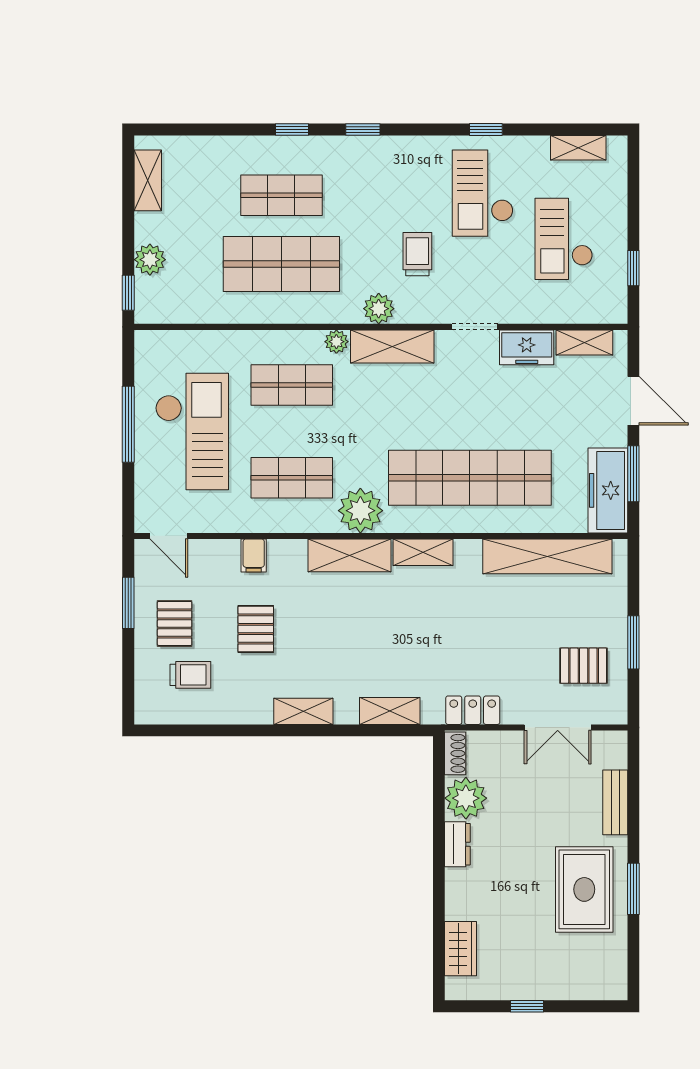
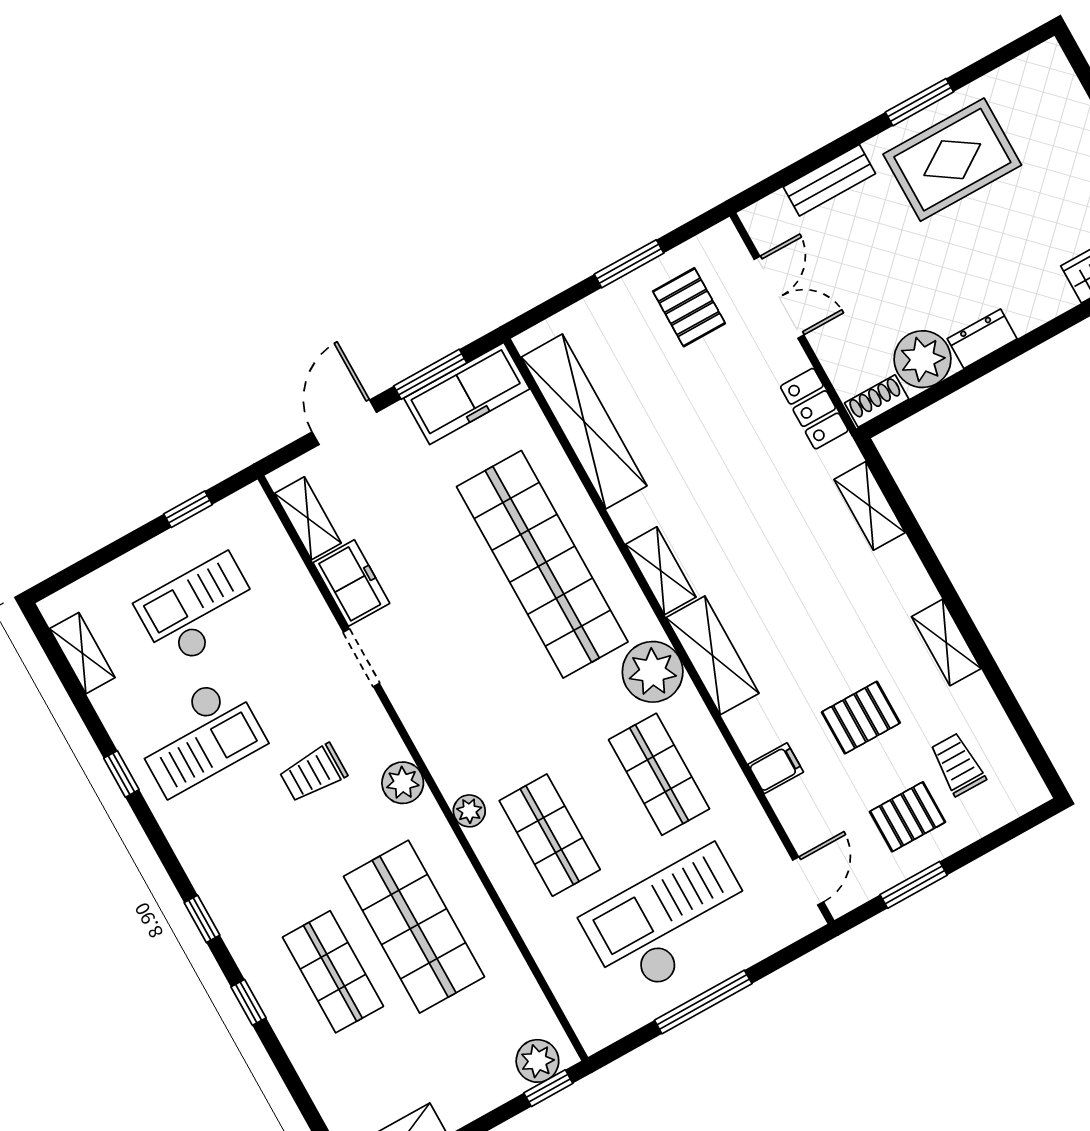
checkout: (564, 239) -> (199, 610), turned 180
plant: (150, 260) -> (537, 1061), moved
shelving: (392, 346) -> (438, 742), removed
shelving: (303, 711) -> (946, 643), moved

